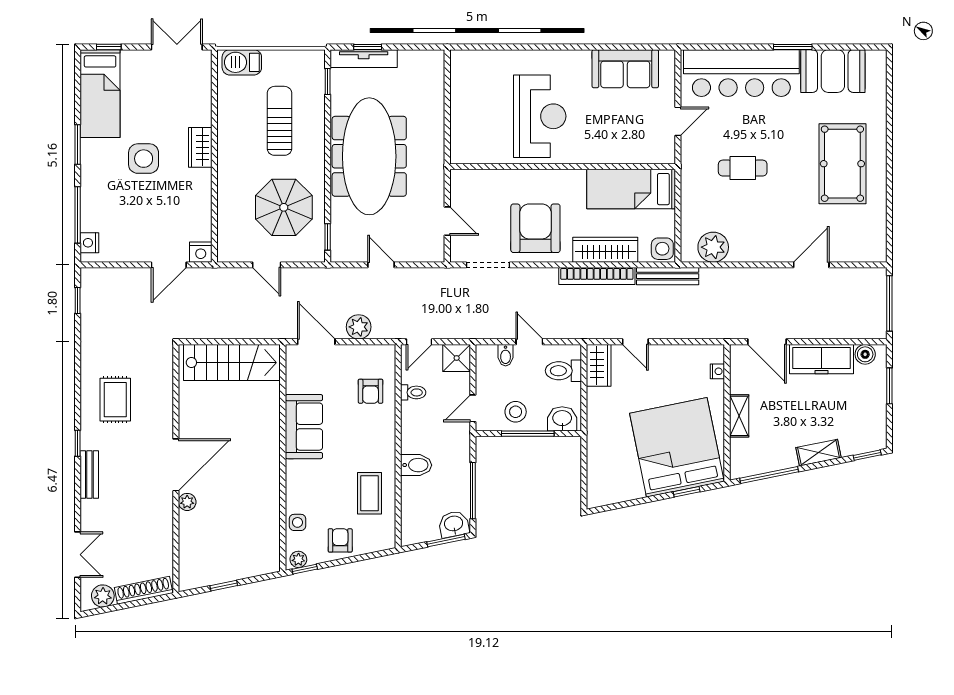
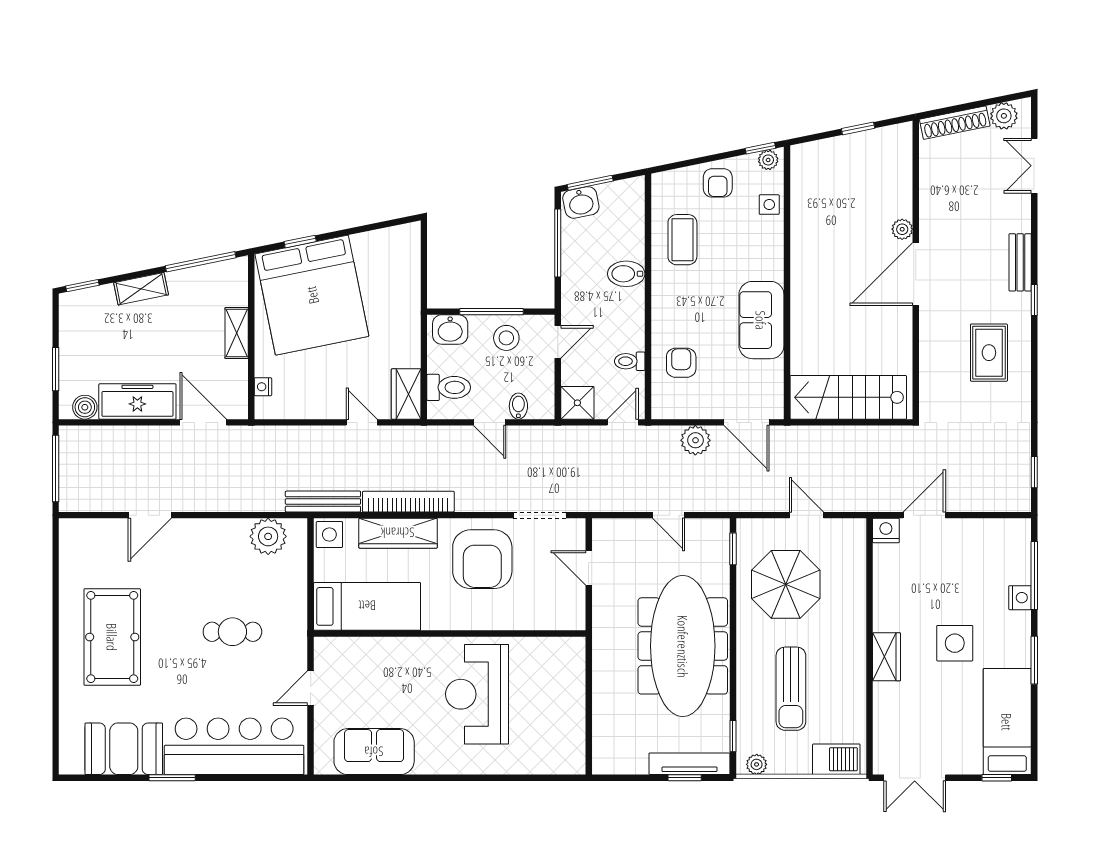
plant: (308, 58) -> (757, 764), added
nightstand: (89, 243) -> (1020, 598), moved

